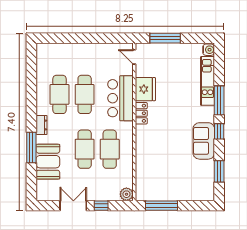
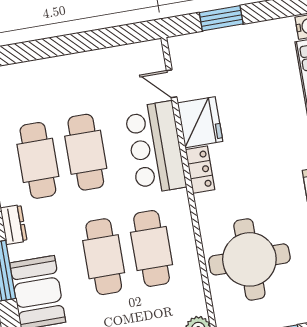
window: (165, 38) -> (221, 18), width x0.69
door: (134, 57) -> (172, 84), moved
round table: (159, 163) -> (249, 259), added

